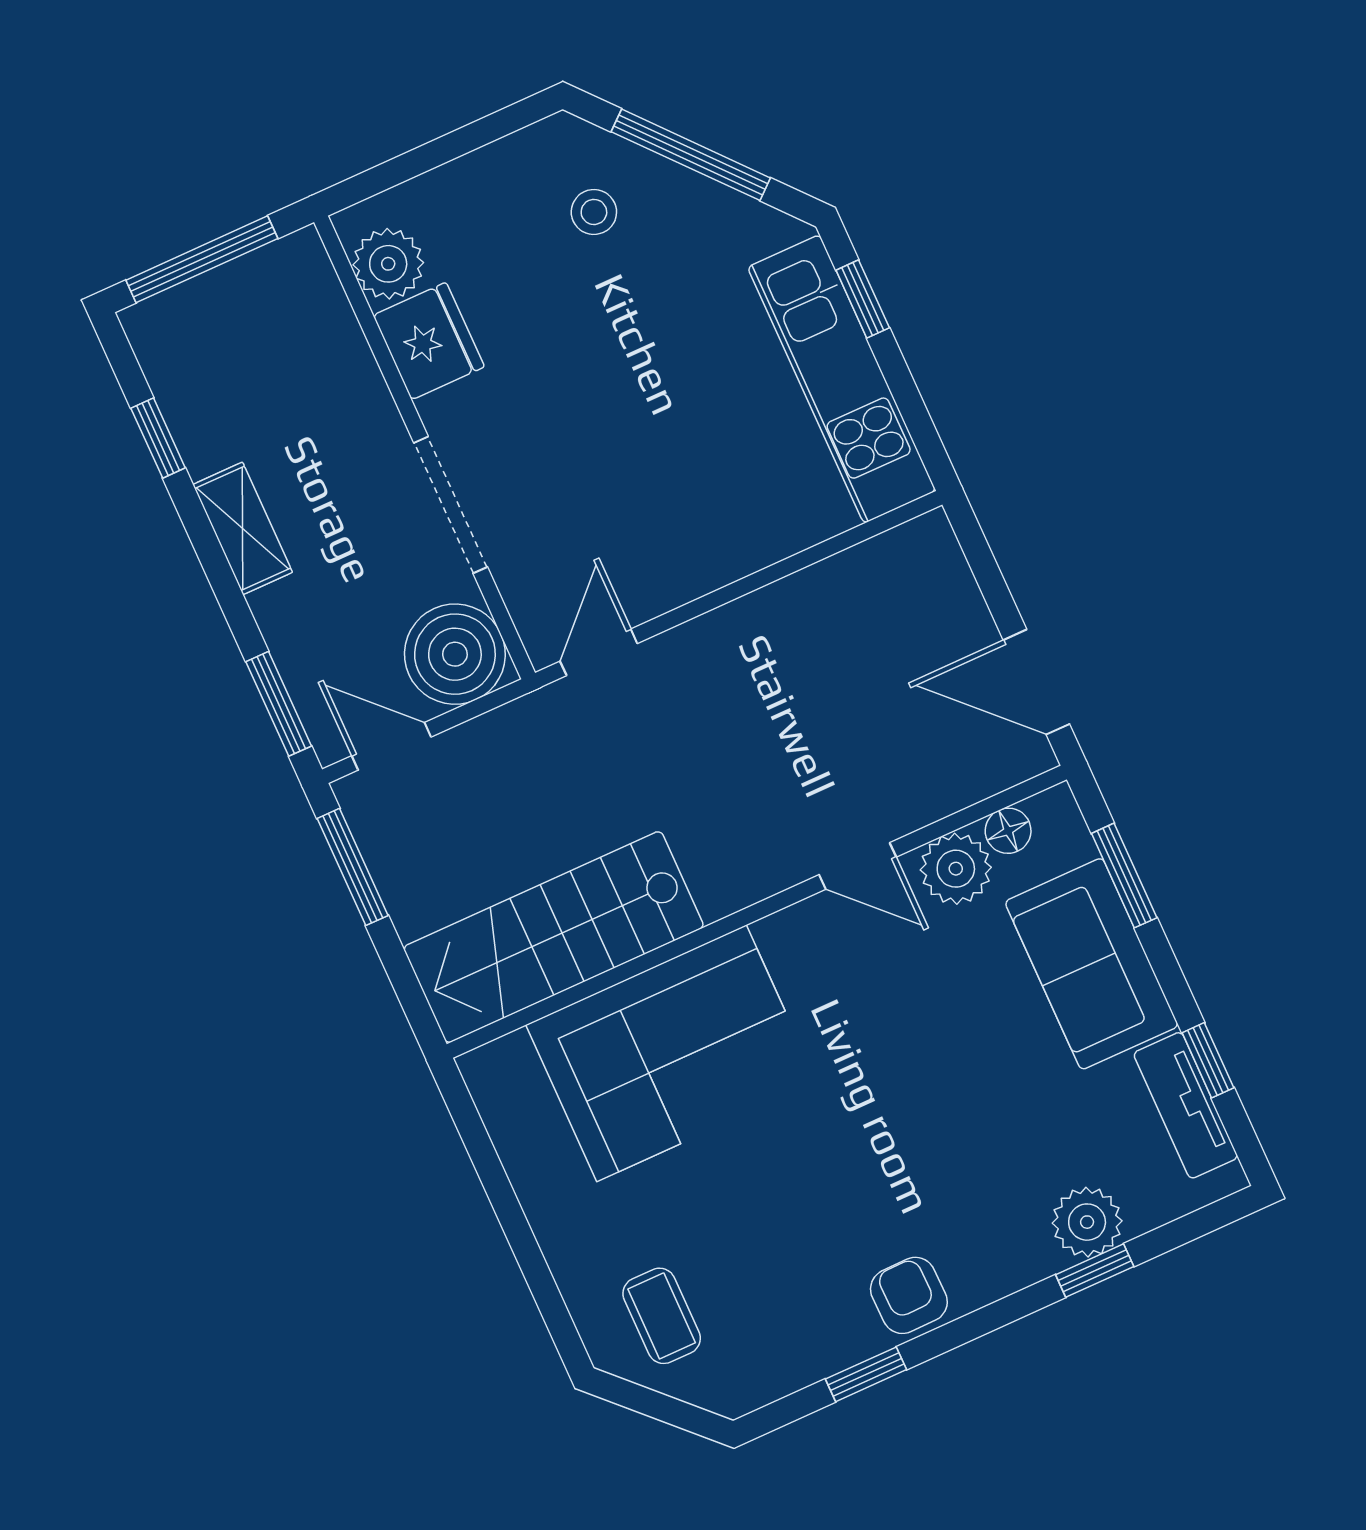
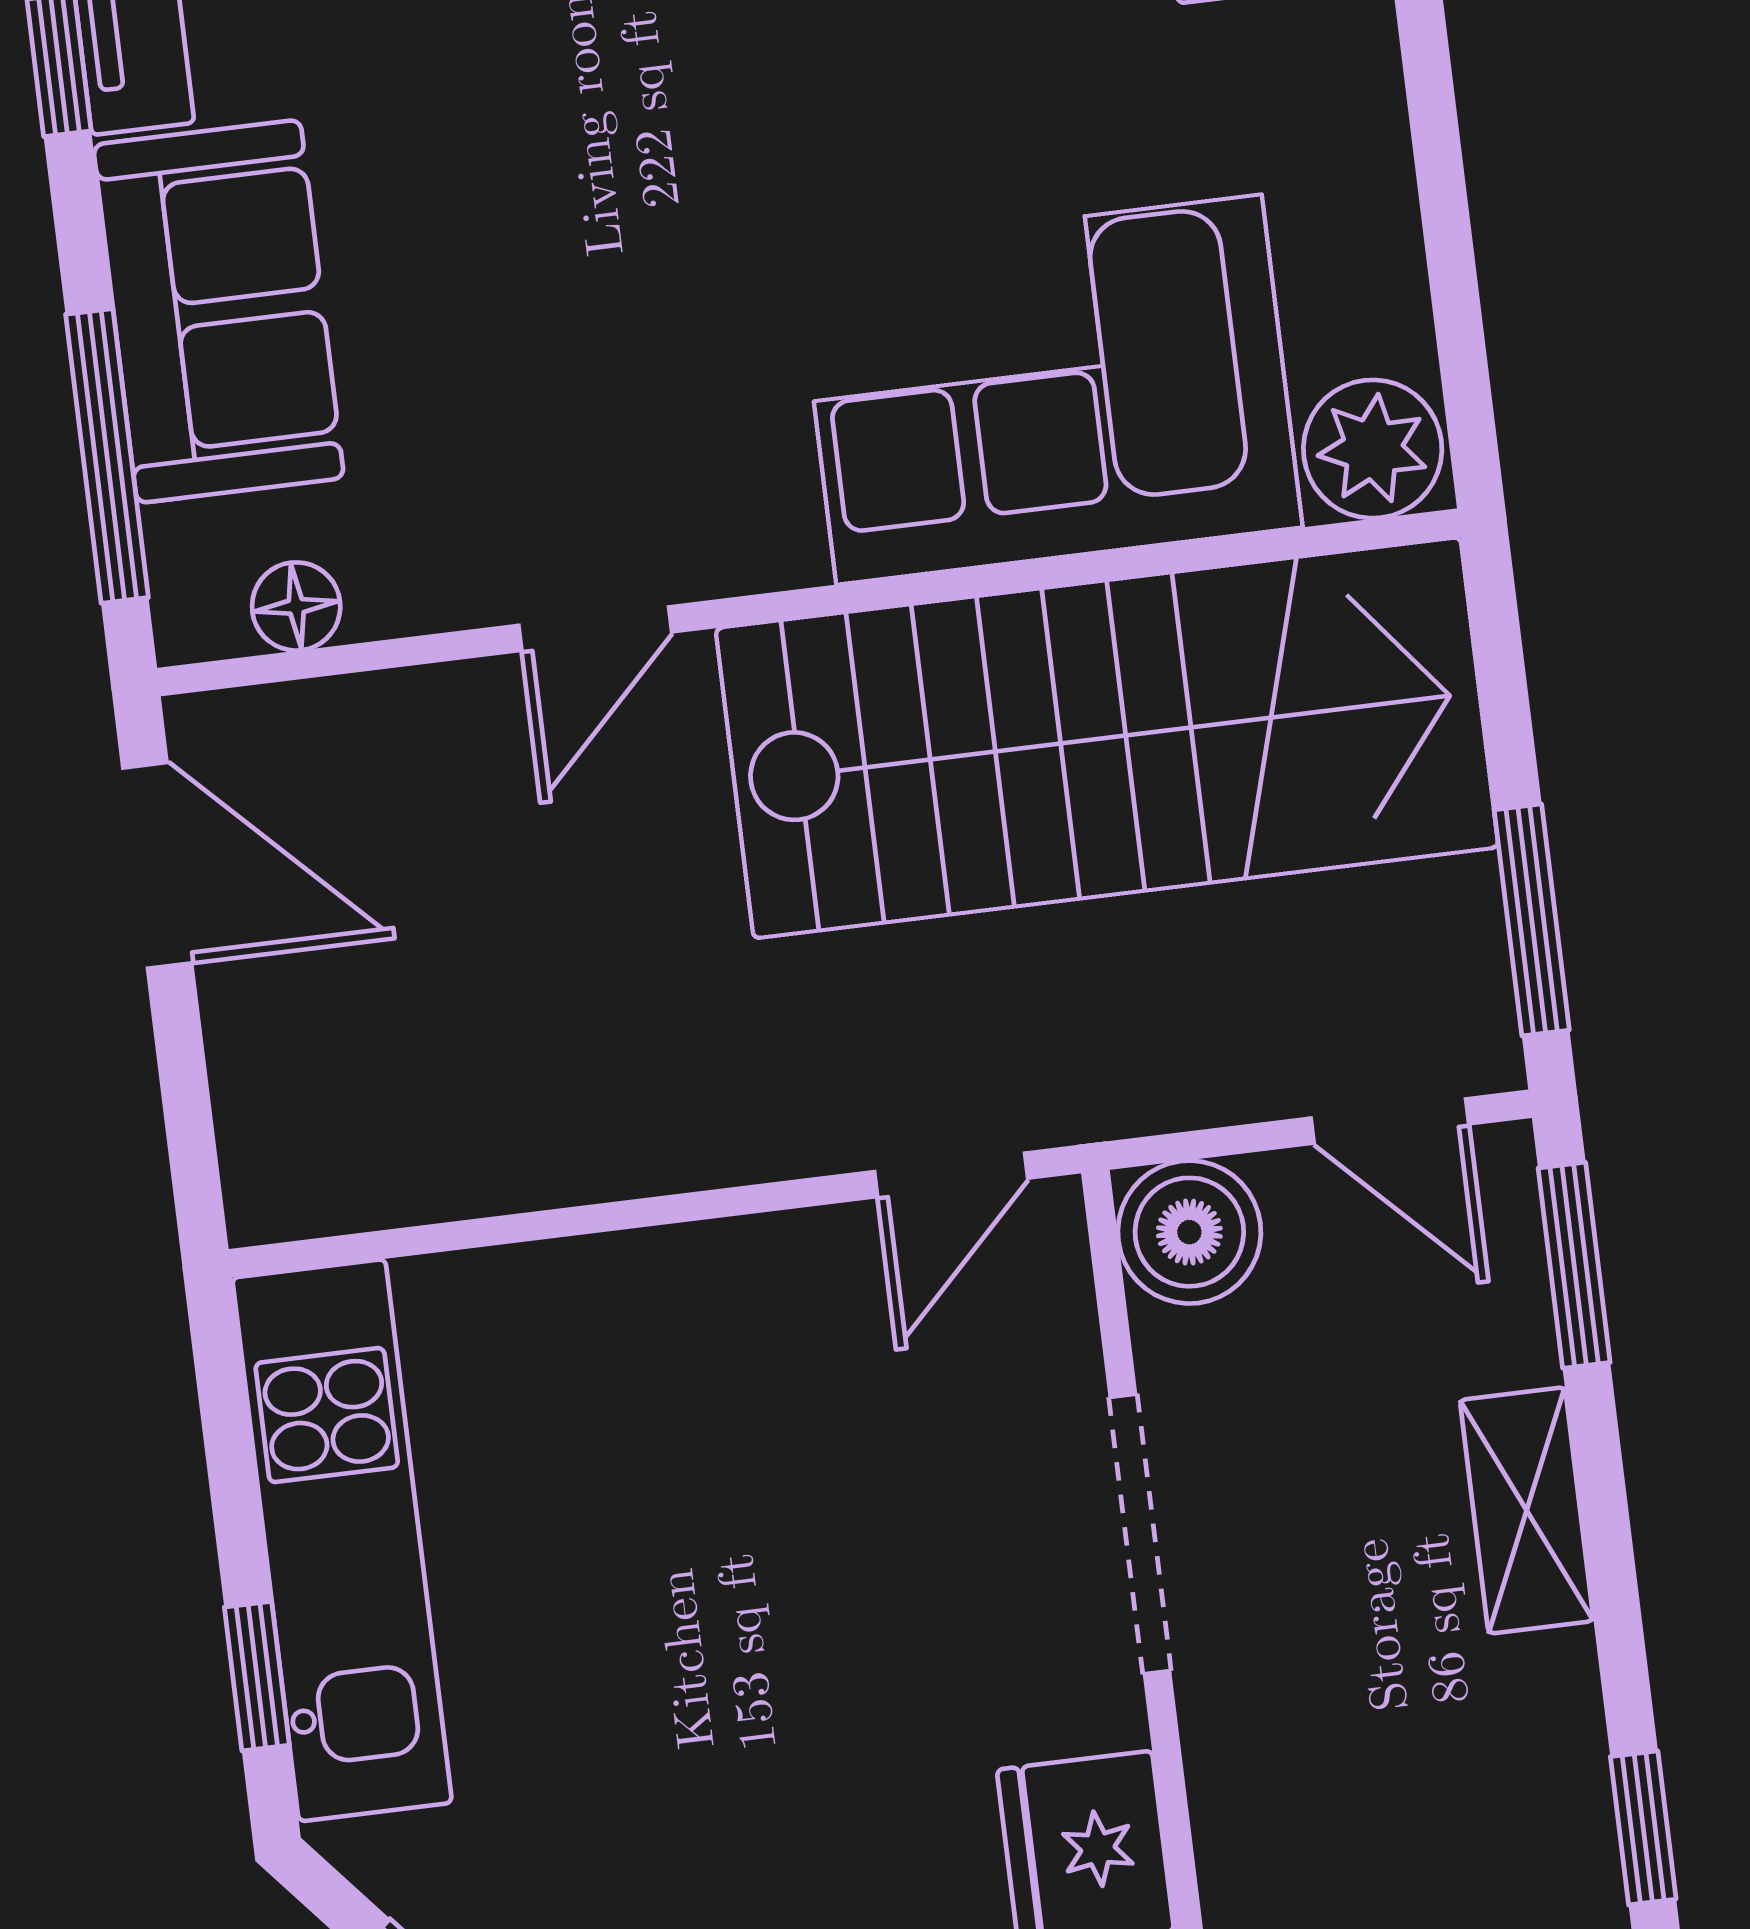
shelving: (243, 528) -> (1527, 1510), moved
boiler: (455, 654) -> (1189, 1232), width x0.73, depth x0.73
door: (858, 866) -> (595, 629), swing flipped
plant: (956, 869) -> (1373, 449), moved
window: (1124, 876) -> (107, 456), width x1.44
stairs: (554, 937) -> (1107, 738), width x1.36, depth x1.51

